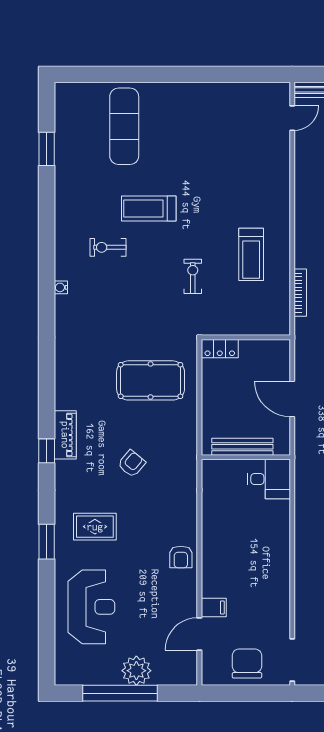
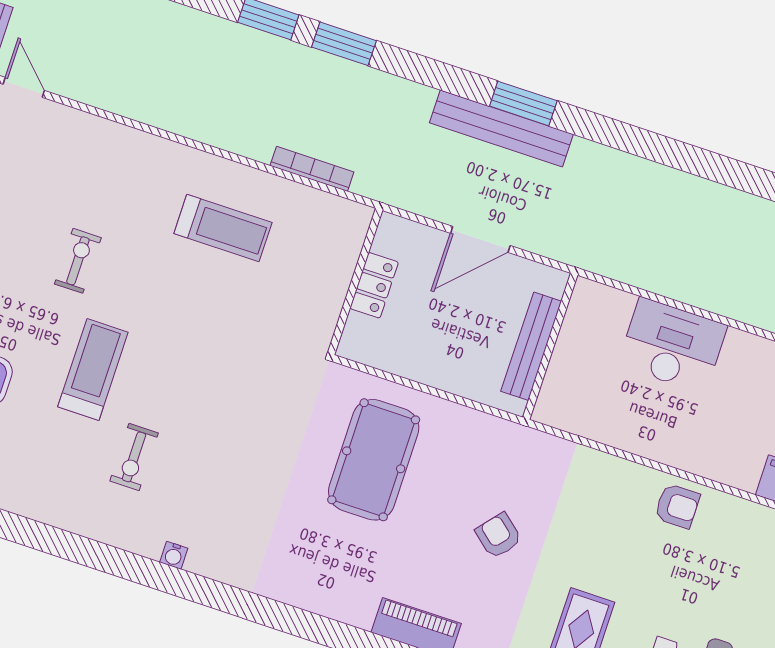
treadmill: (149, 208) -> (93, 370), turned 180
exercise bike: (193, 276) -> (78, 261), moved, turned 90
locker: (220, 349) -> (374, 285), moved
desk: (269, 479) -> (672, 345), moved, width x1.37

